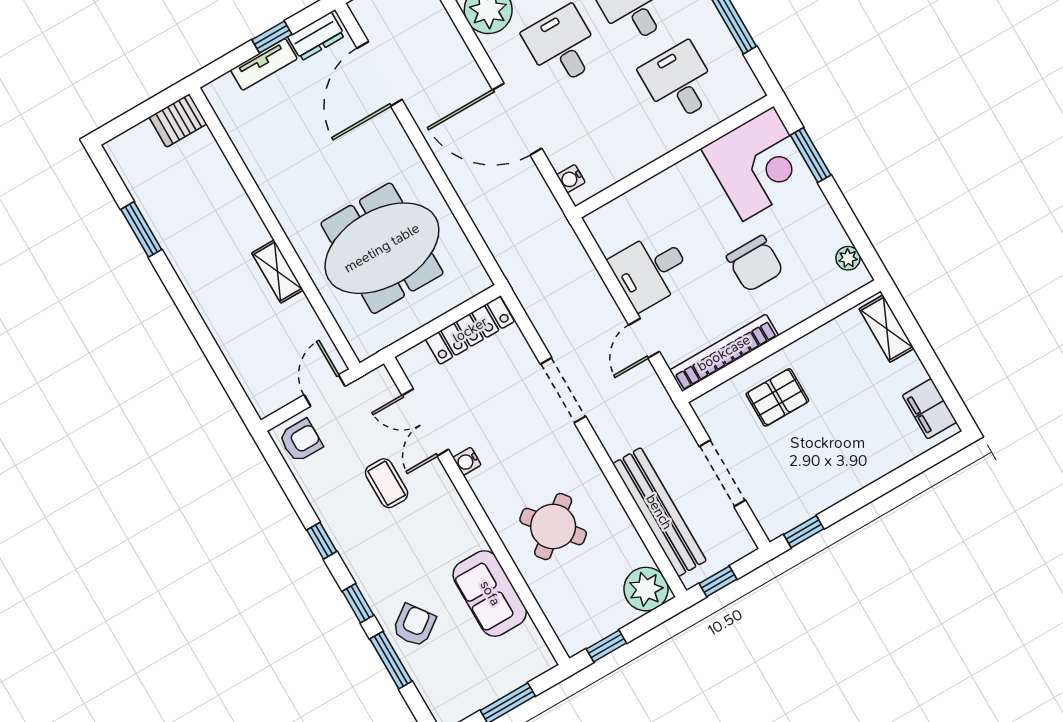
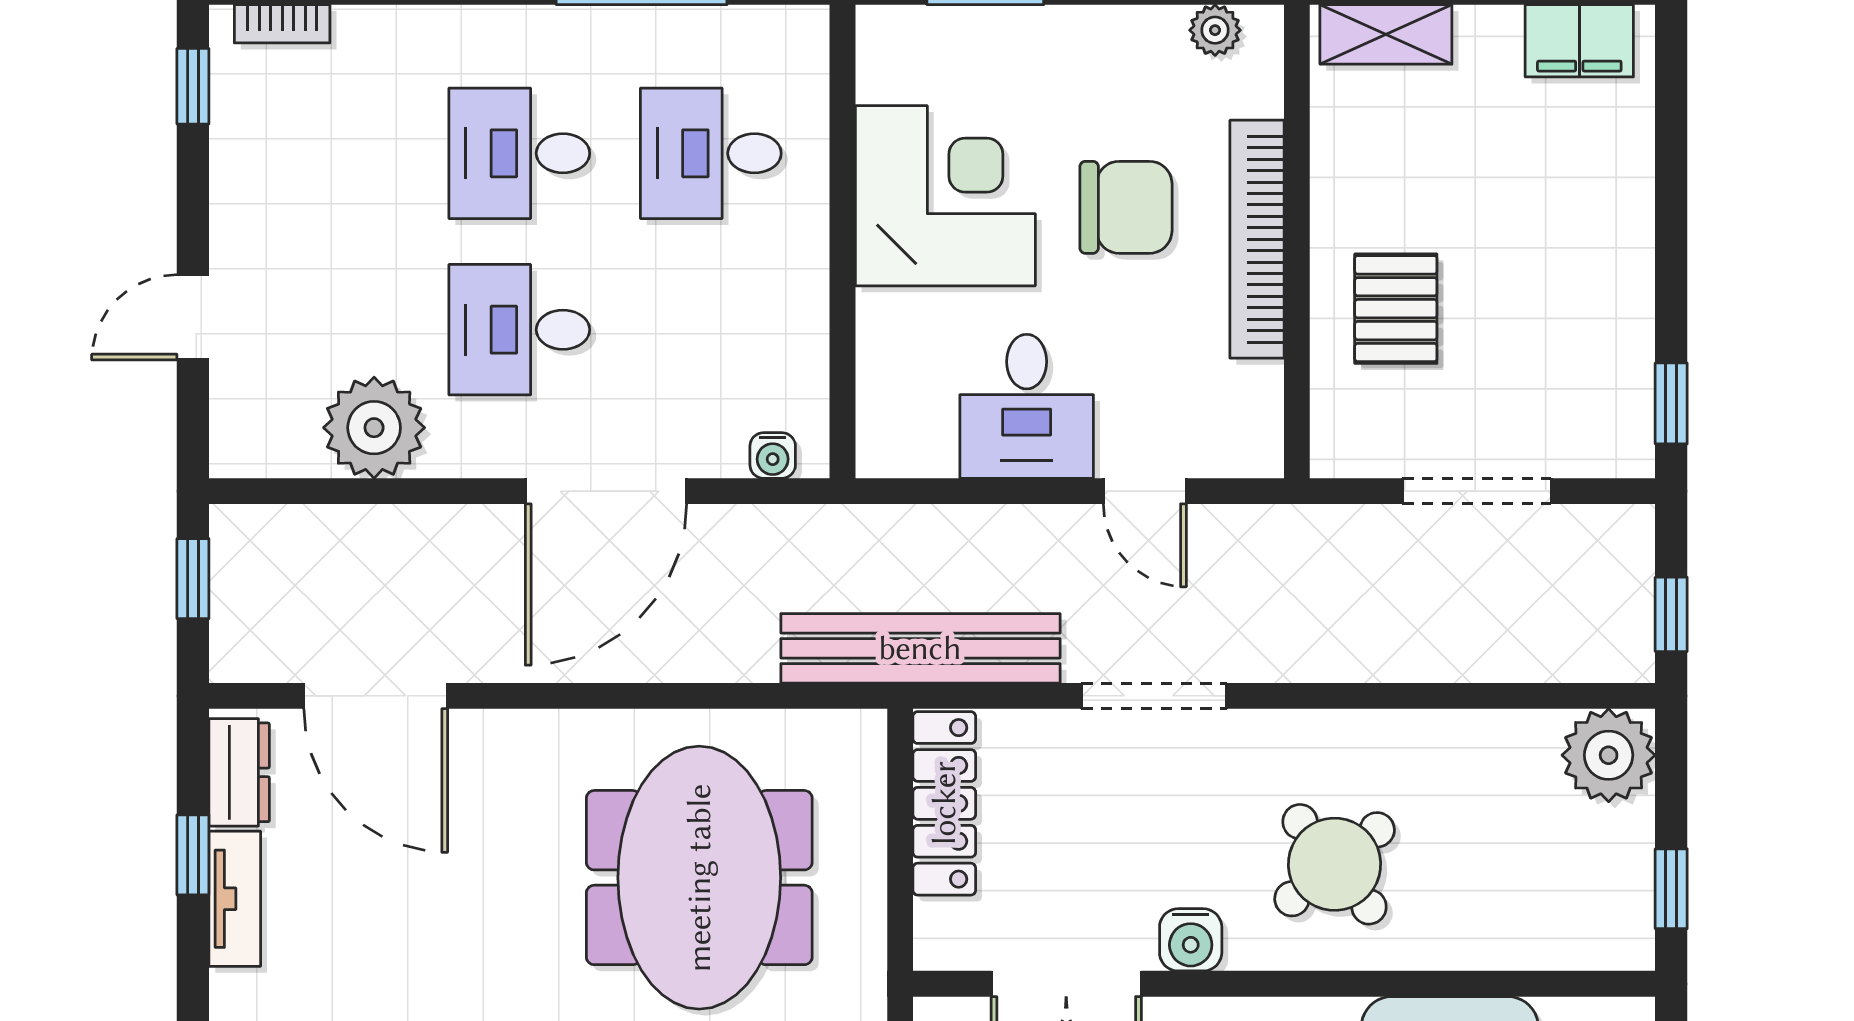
corner desk: (758, 164) -> (945, 196), moved
bookcase: (724, 353) -> (1257, 239), moved
water cooler: (467, 461) -> (1191, 940), width x1.38, depth x1.38
bench: (659, 512) -> (920, 648), moved
round table: (553, 527) -> (1335, 864), moved

